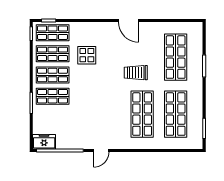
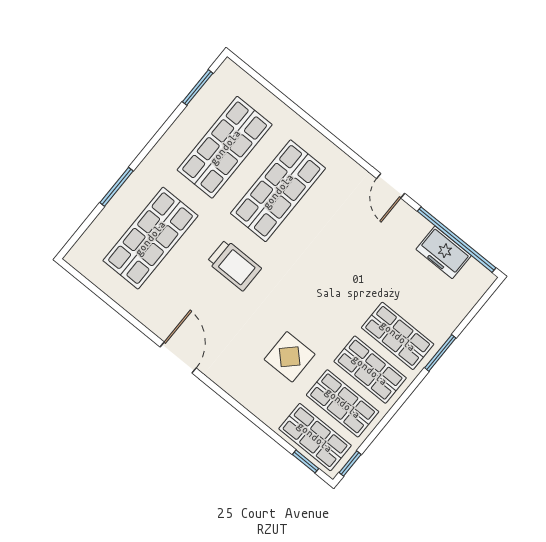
freezer: (44, 142) -> (444, 252), moved
door: (101, 151) -> (391, 186), swing flipped

